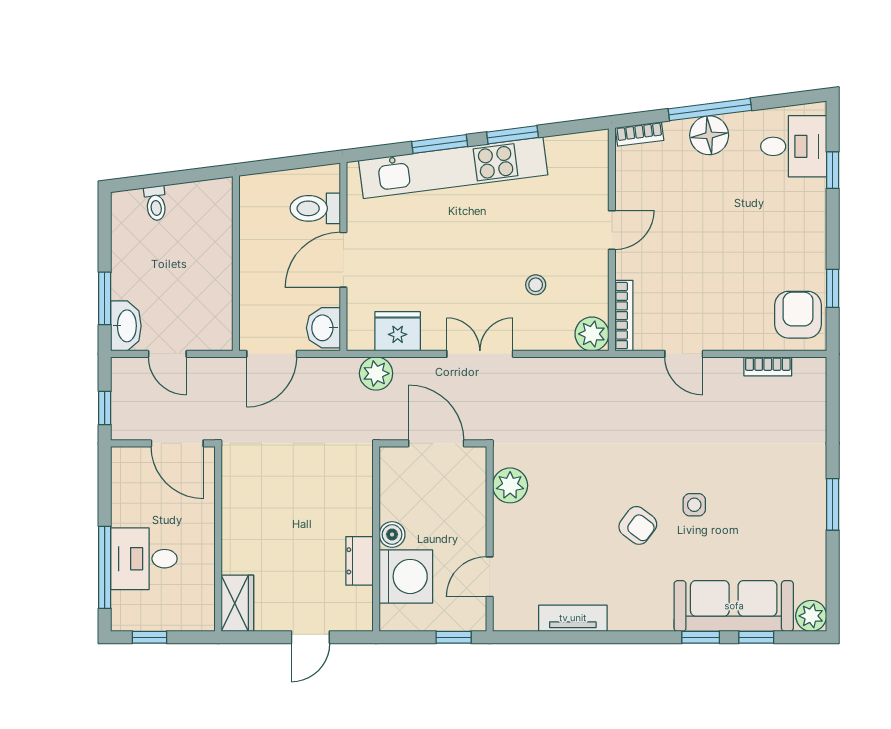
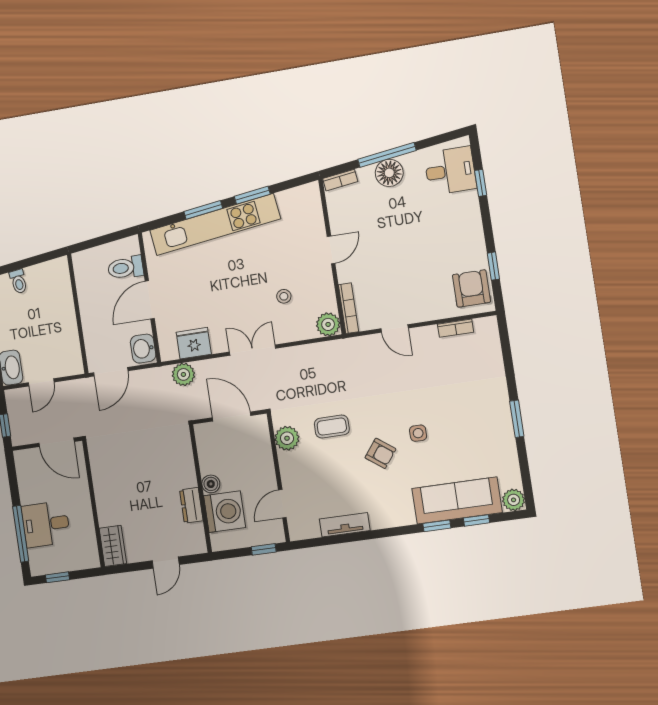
door: (167, 354) -> (41, 382), hinge flipped
coffee table: (576, 478) -> (332, 427), added

